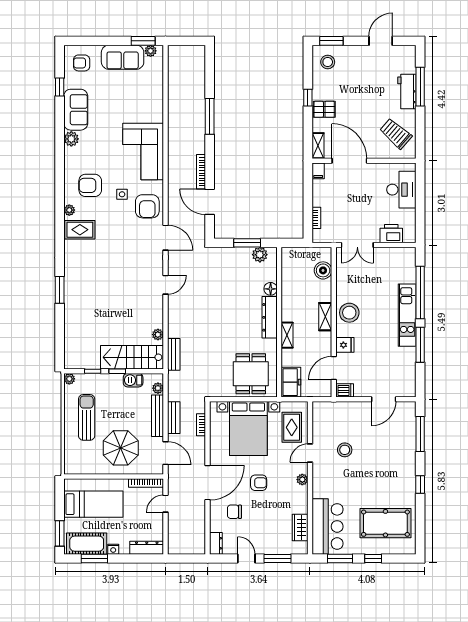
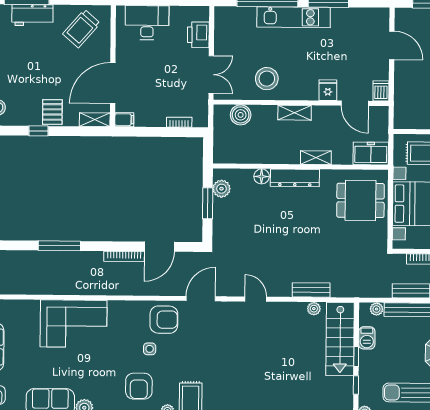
corner sofa: (143, 151) -> (74, 324), moved
stool: (349, 313) -> (267, 79), moved
bench: (174, 354) -> (311, 290), moved

